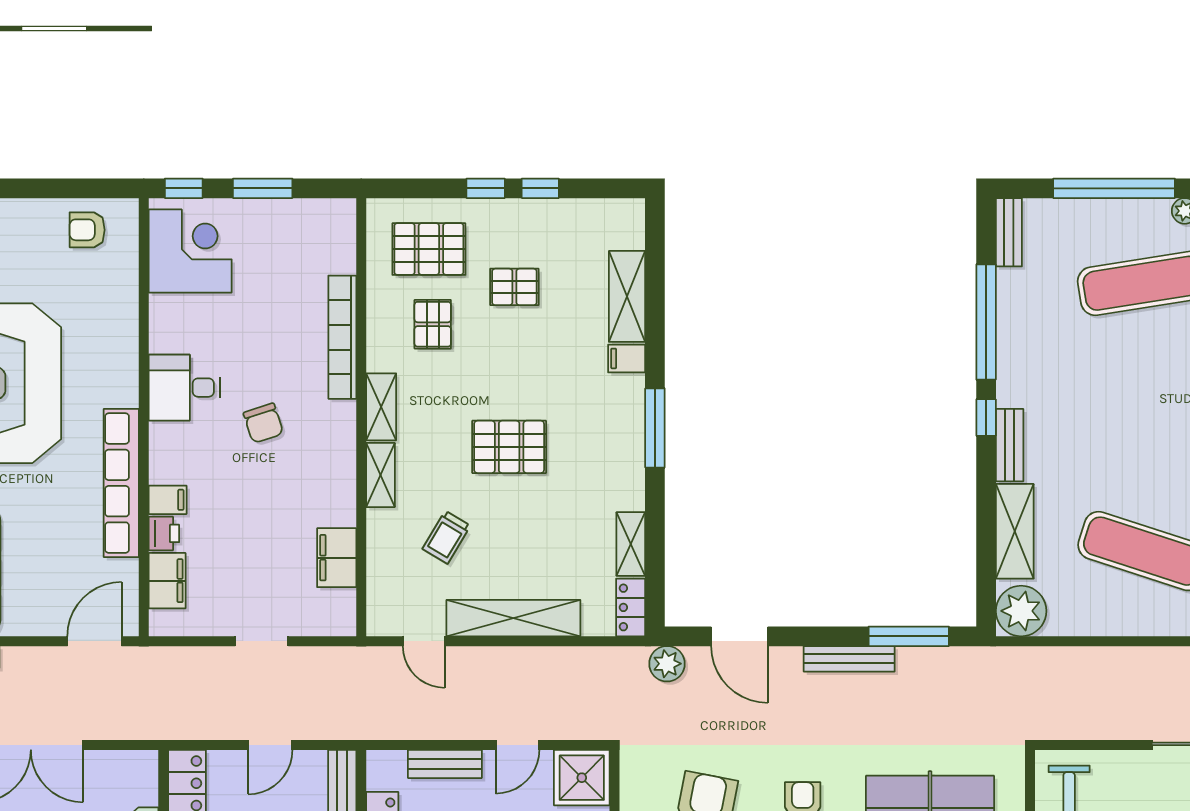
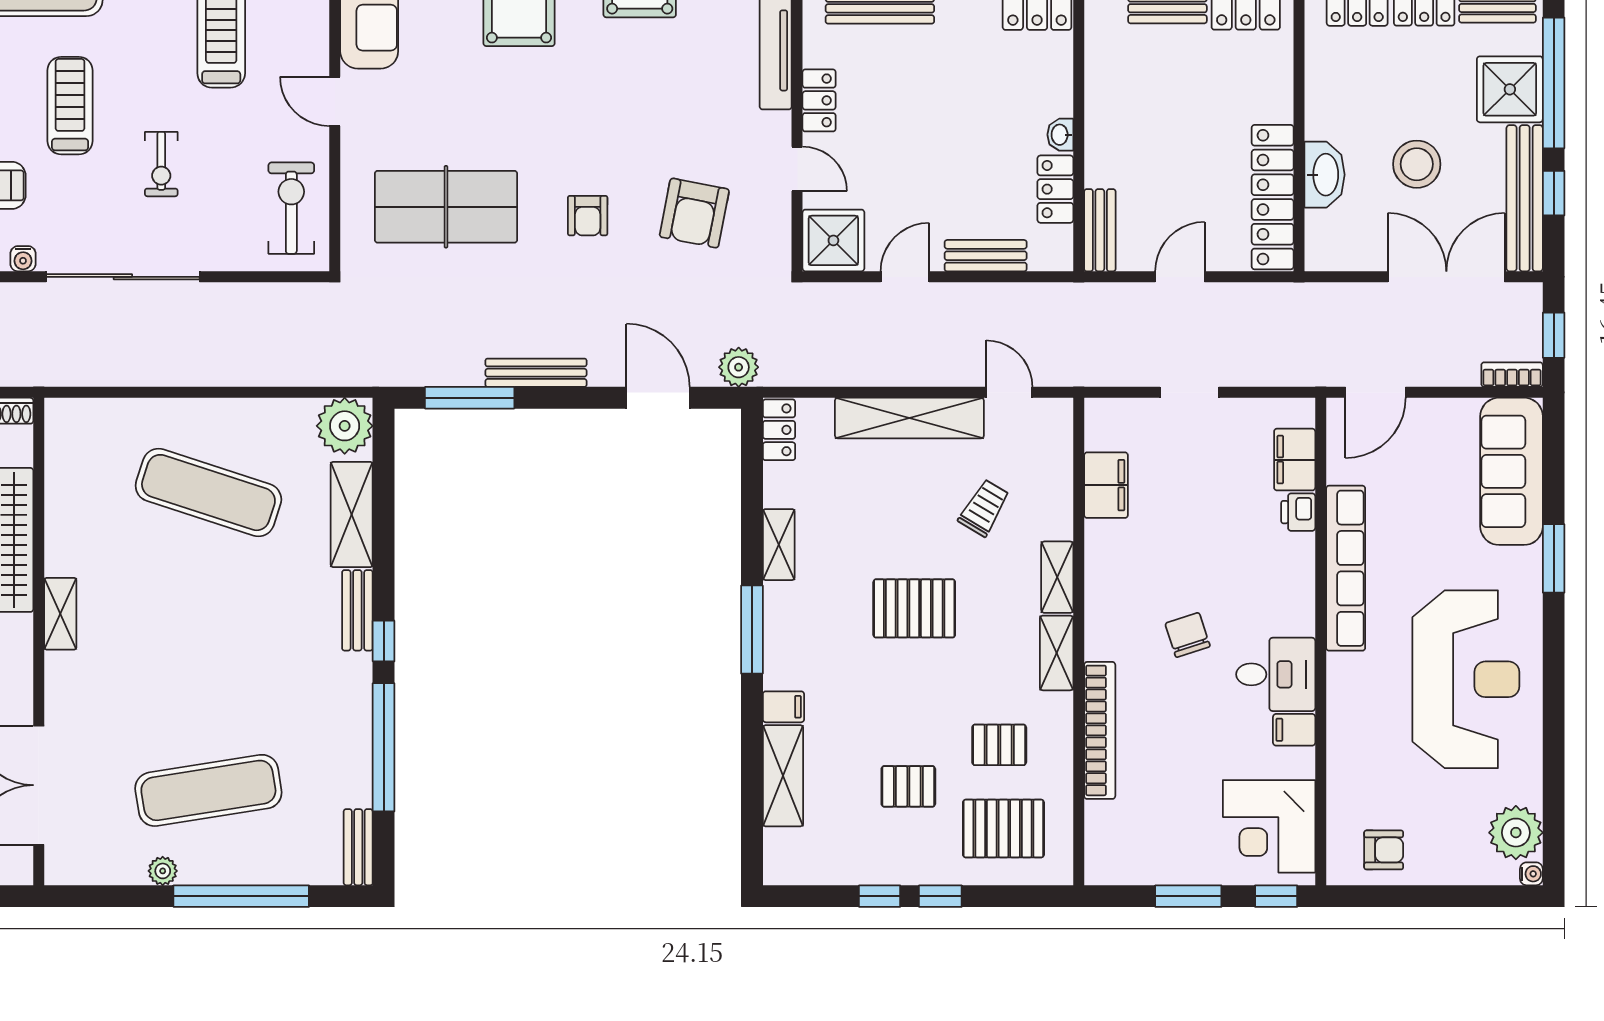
pallet: (433, 324) -> (999, 745), turned 90
filing cabinet: (168, 500) -> (1294, 730), moved
shelving: (631, 544) -> (779, 545), moved

